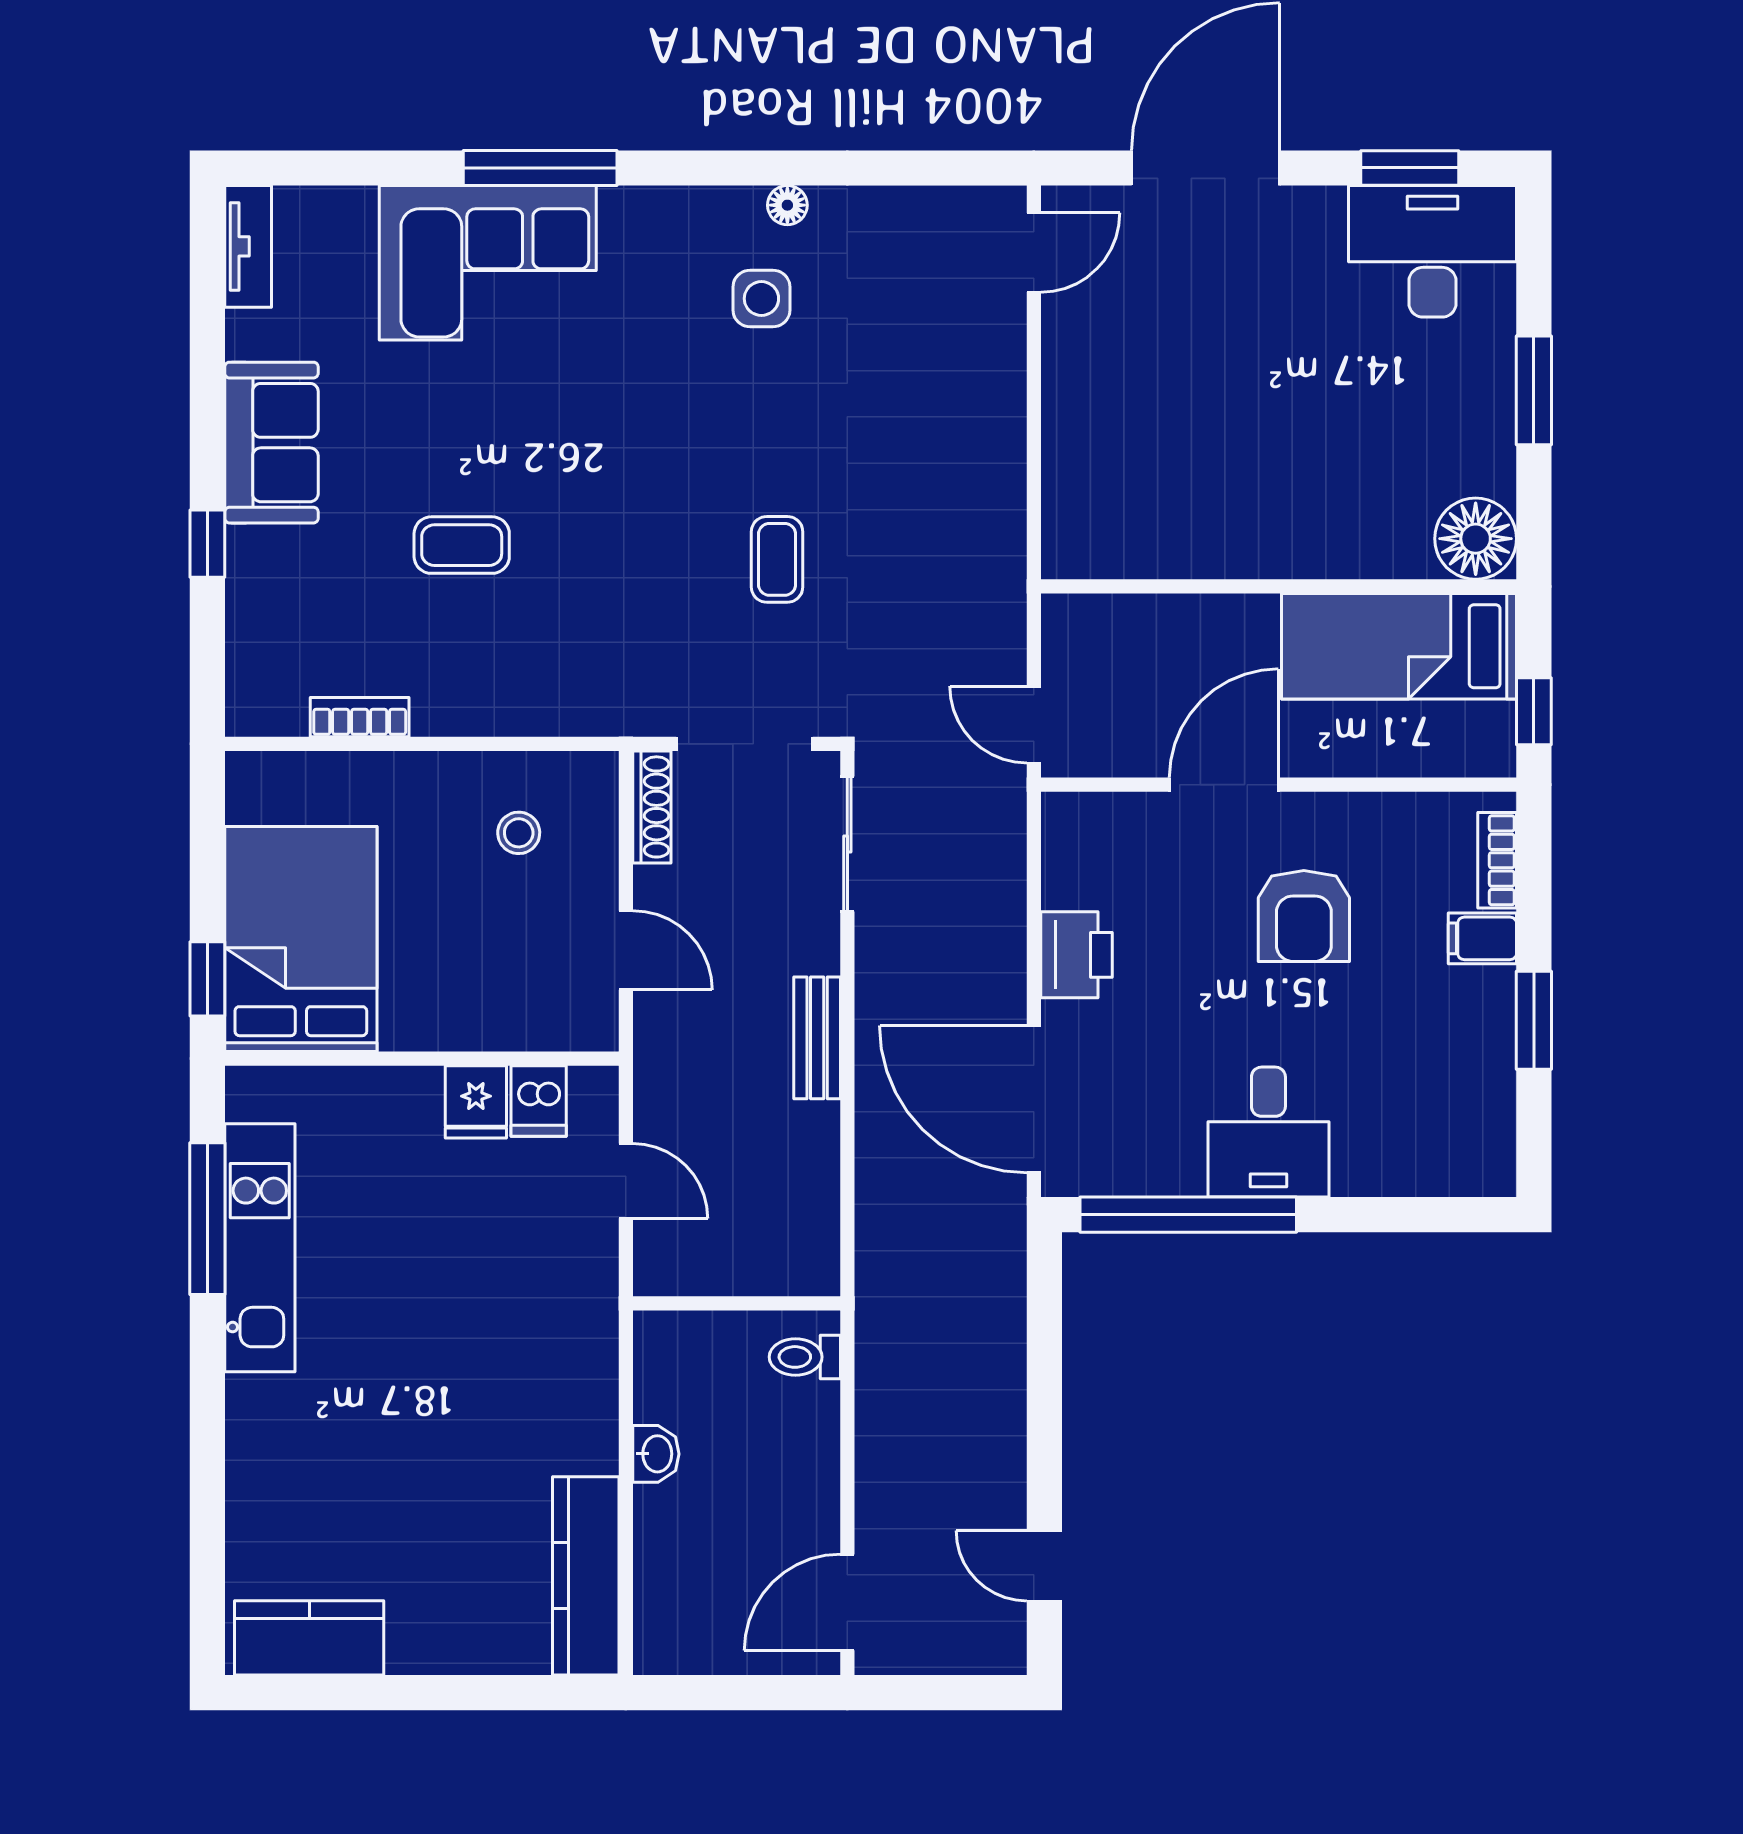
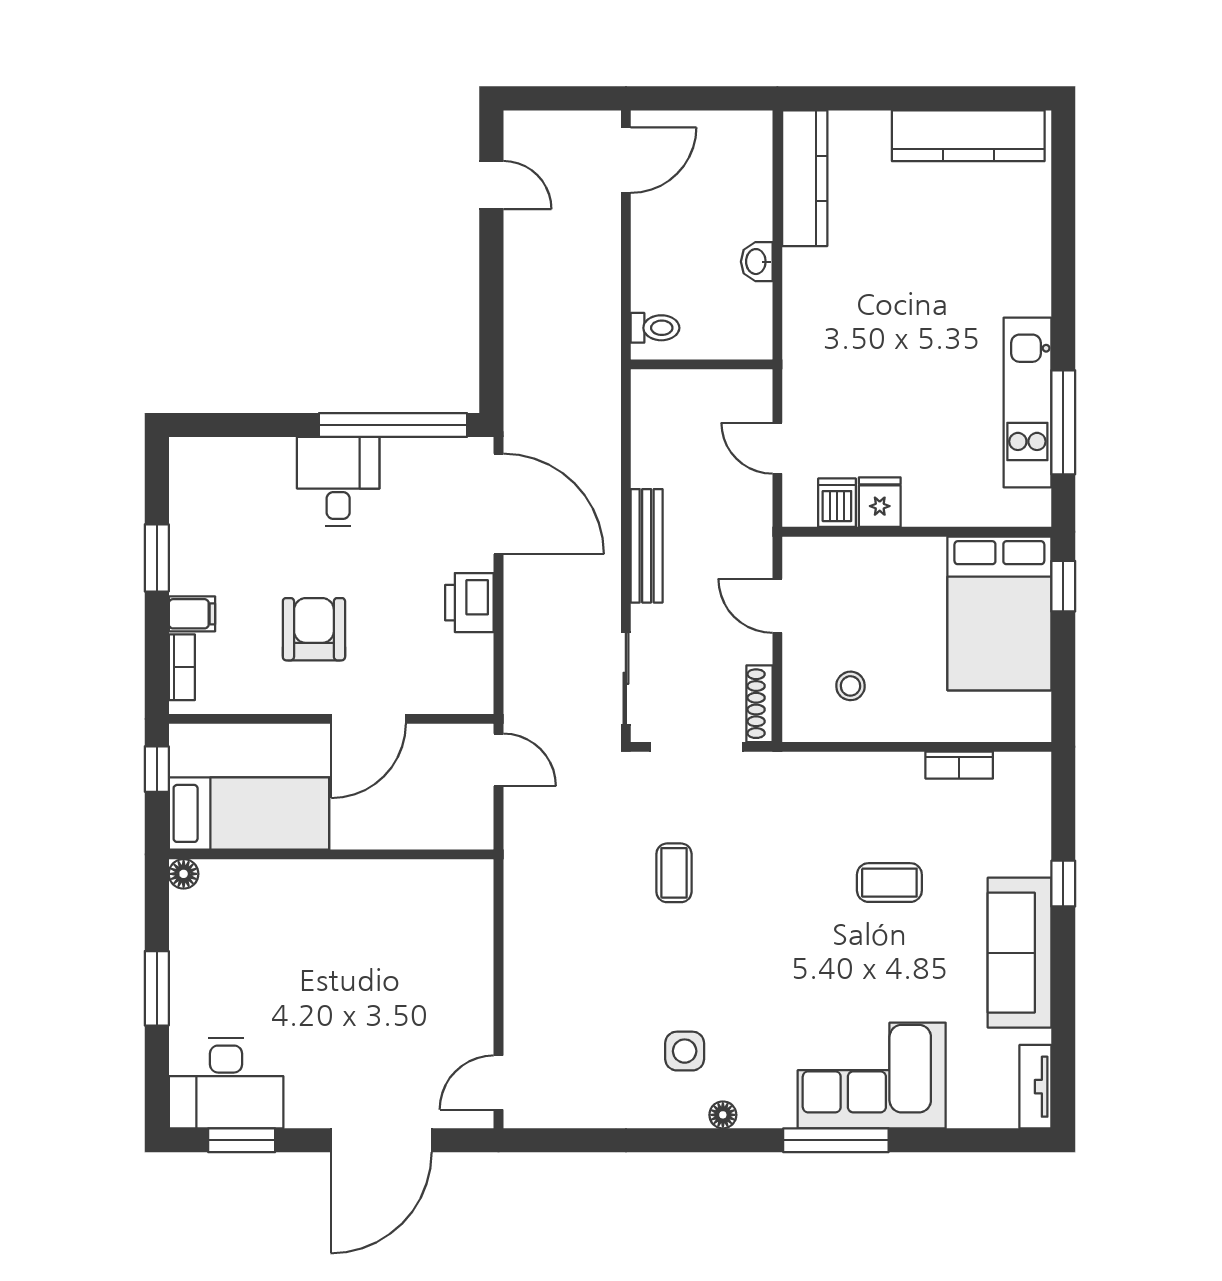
floor lamp: (787, 205) -> (723, 1115), moved
sofa: (271, 443) -> (1019, 953), width x1.36
floor lamp: (1476, 539) -> (184, 874), width x0.53, depth x0.53
bench: (817, 1038) -> (647, 546), width x1.36
kitchen counter: (309, 1638) -> (968, 136), width x1.50

